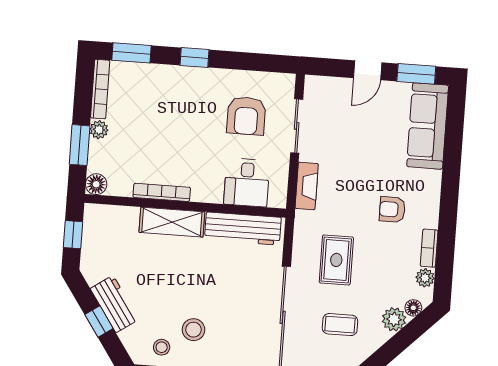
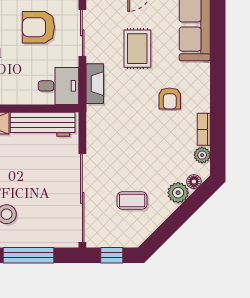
armchair: (246, 116) -> (38, 27), turned 90
desk: (247, 182) -> (58, 86), moved, turned -90
armchair: (392, 209) -> (170, 98), turned -90
rug: (336, 260) -> (137, 49), moved

